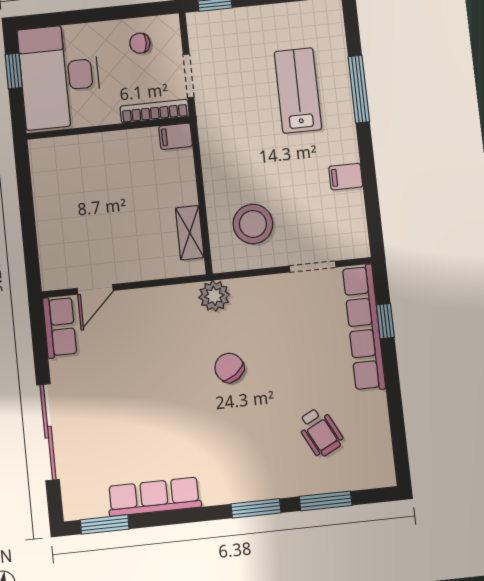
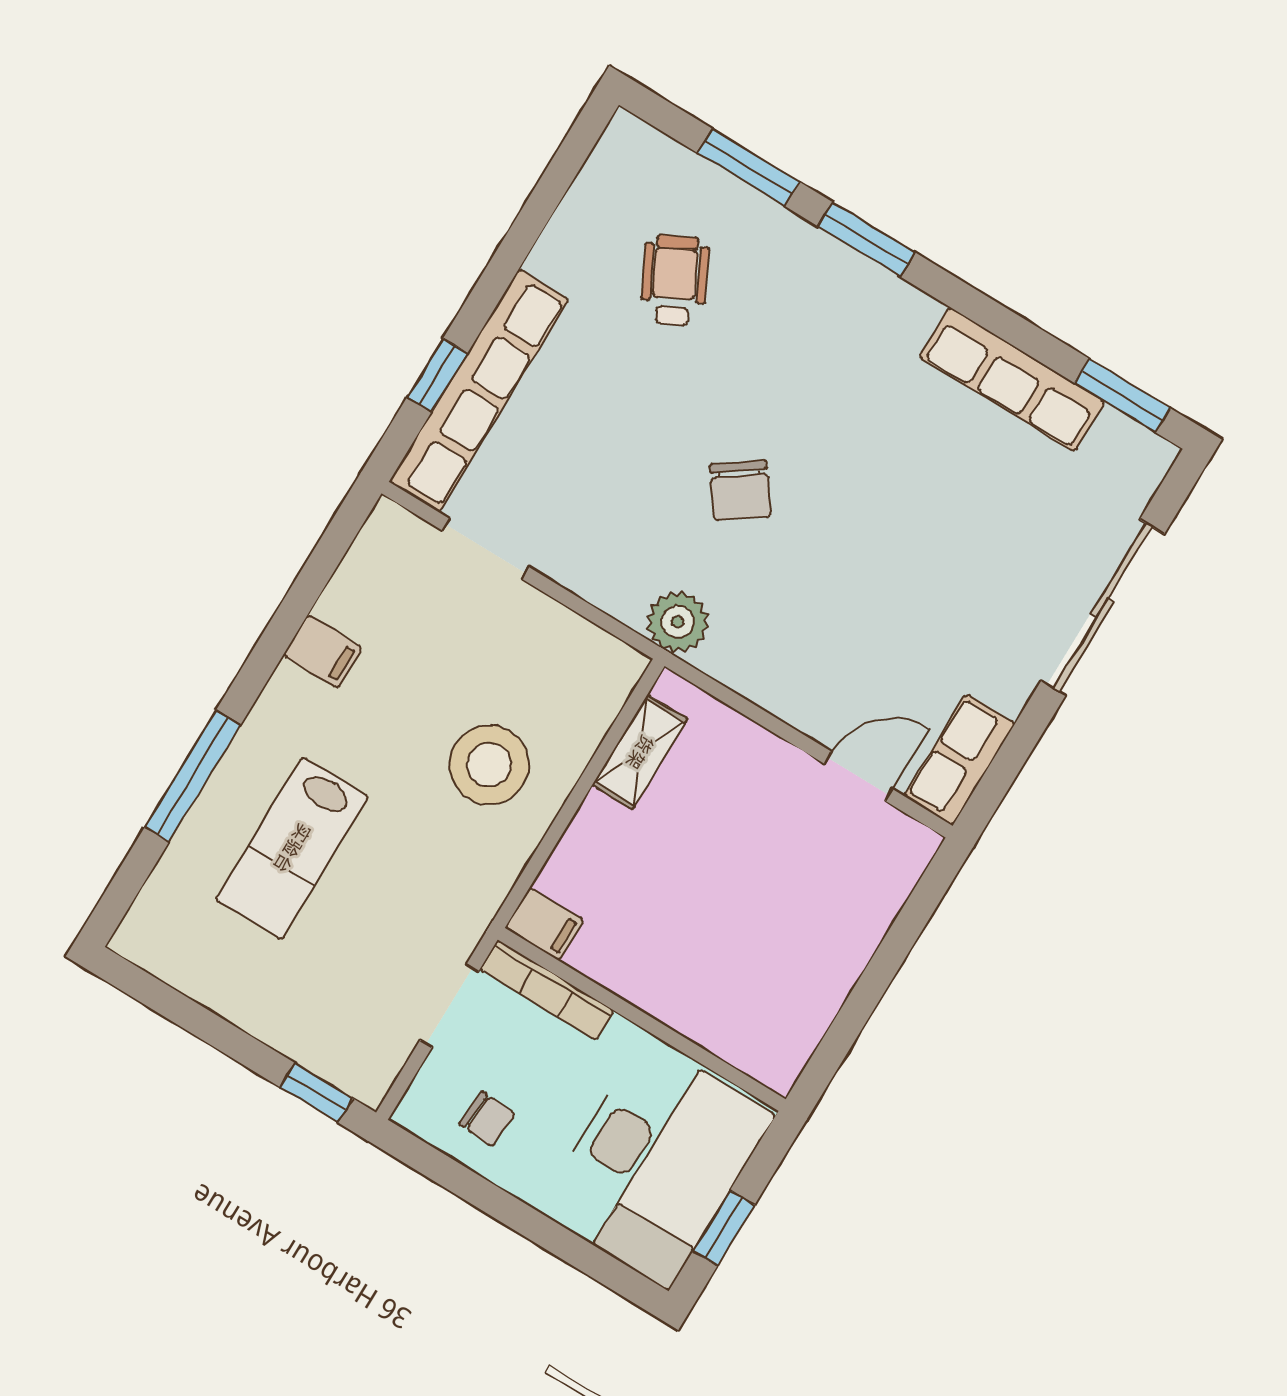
stool: (253, 224) -> (489, 765), moved

